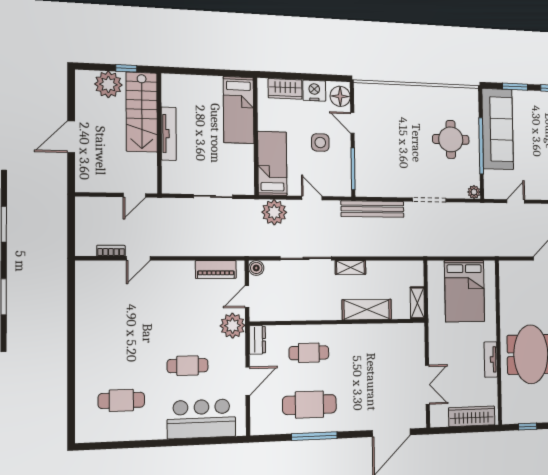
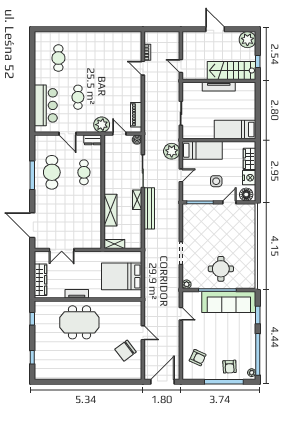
plant: (108, 84) -> (247, 40), moved
bench: (373, 209) -> (149, 208), moved

